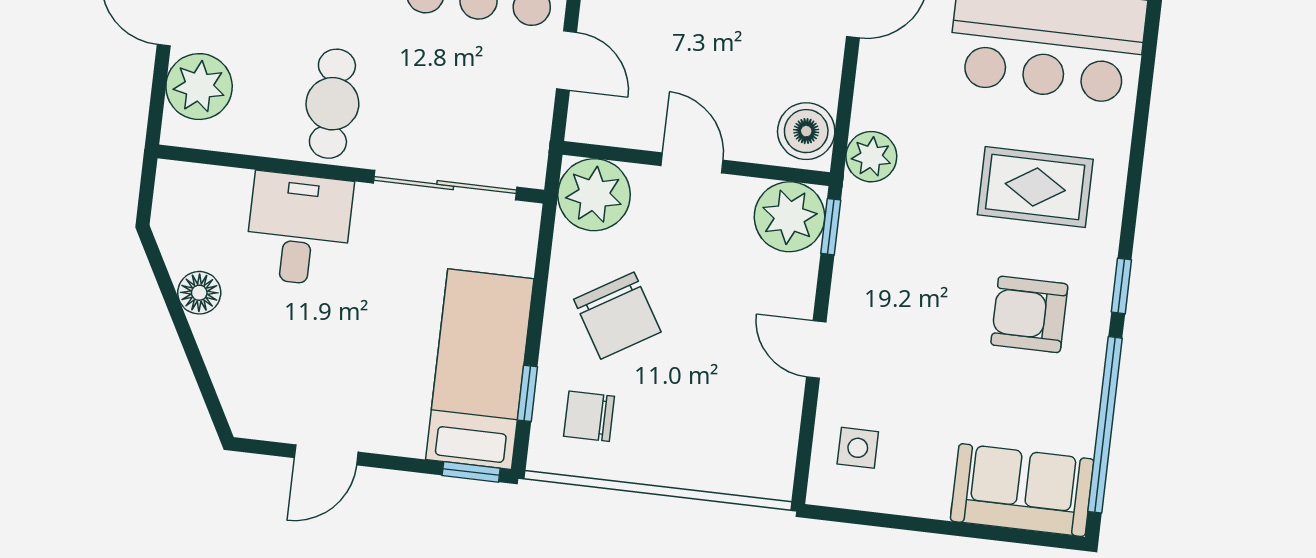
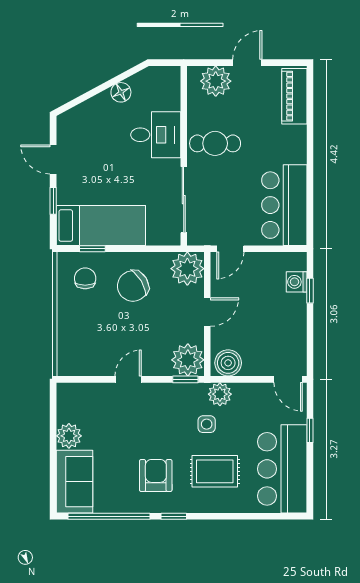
door: (566, 60) -> (230, 249), moved
rug: (1035, 187) -> (215, 471), turned 90
side table: (858, 448) -> (207, 424), moved
window: (471, 472) -> (53, 201), moved
plant: (923, 491) -> (69, 436), added

